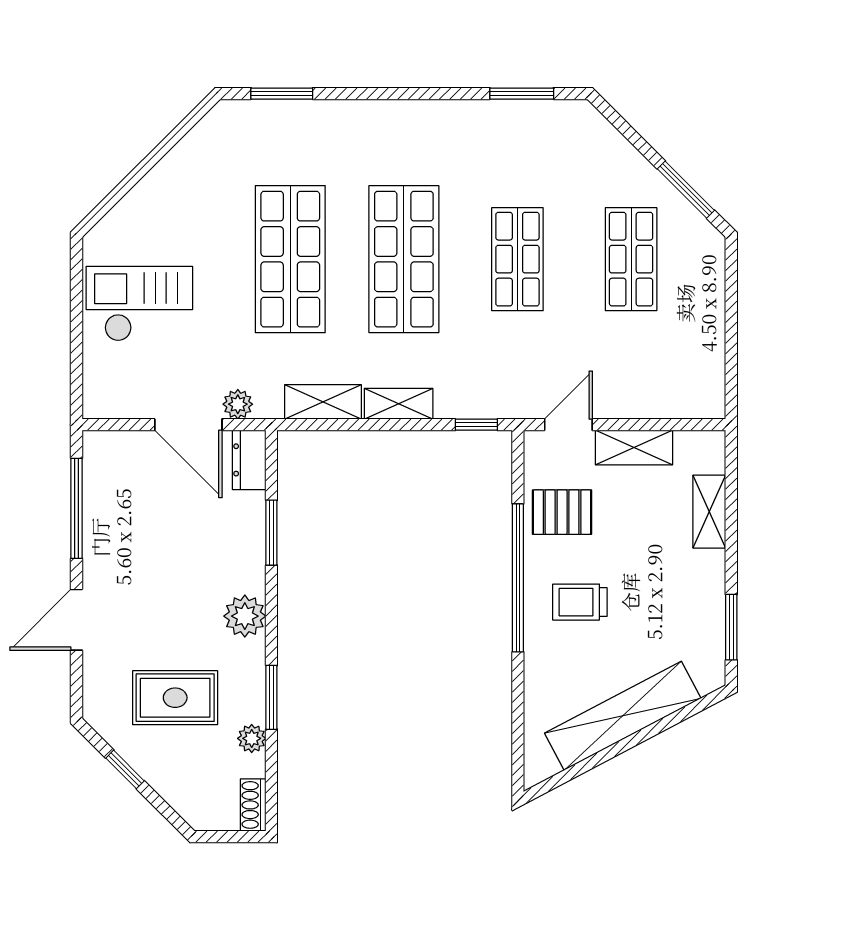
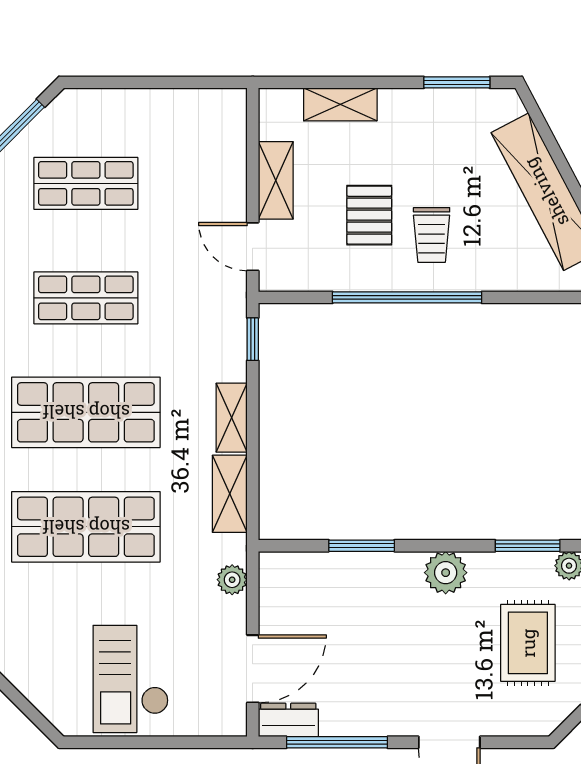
door: (188, 425) -> (253, 669), moved
dresser: (249, 460) -> (288, 720), moved, turned 180
pallet: (562, 512) -> (369, 215), moved

